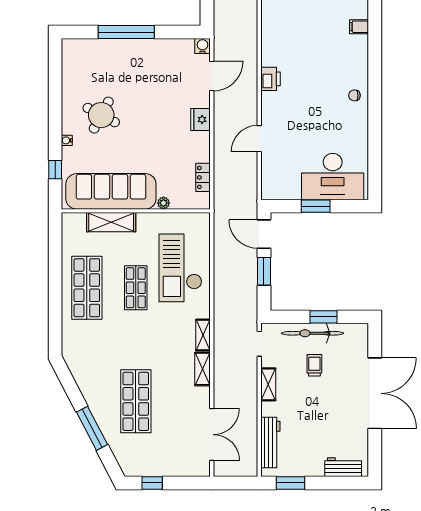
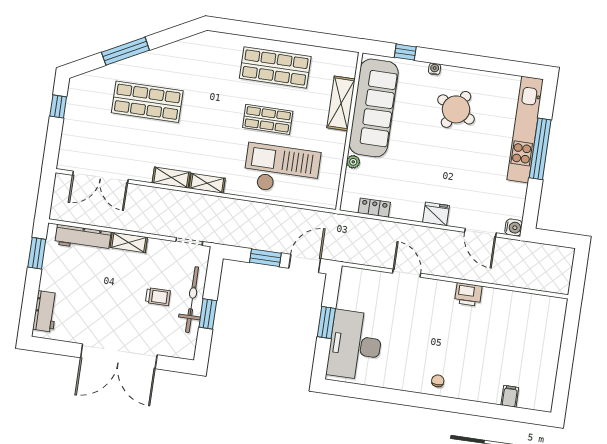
kitchen unit: (110, 49) -> (525, 129), added
shelving: (268, 384) -> (129, 242), moved

